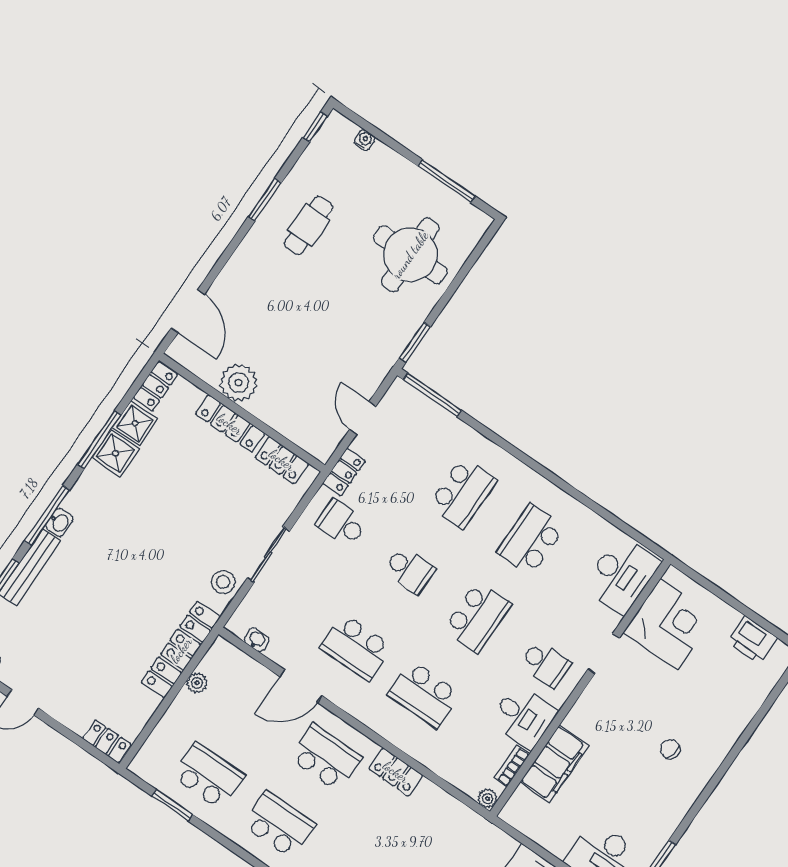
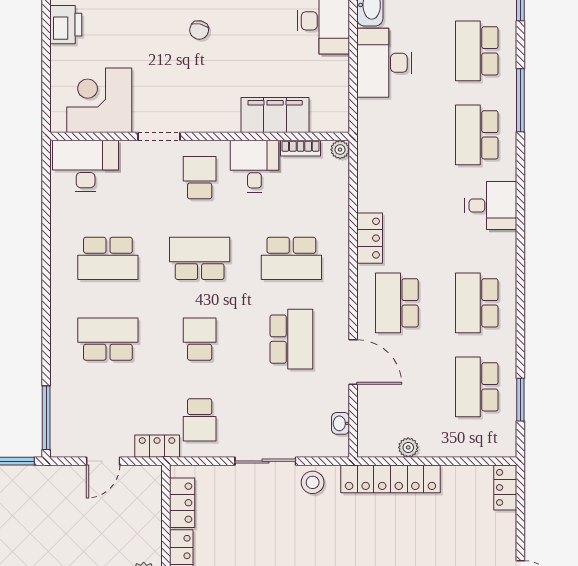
school desk: (424, 694) -> (291, 258), turned 90

